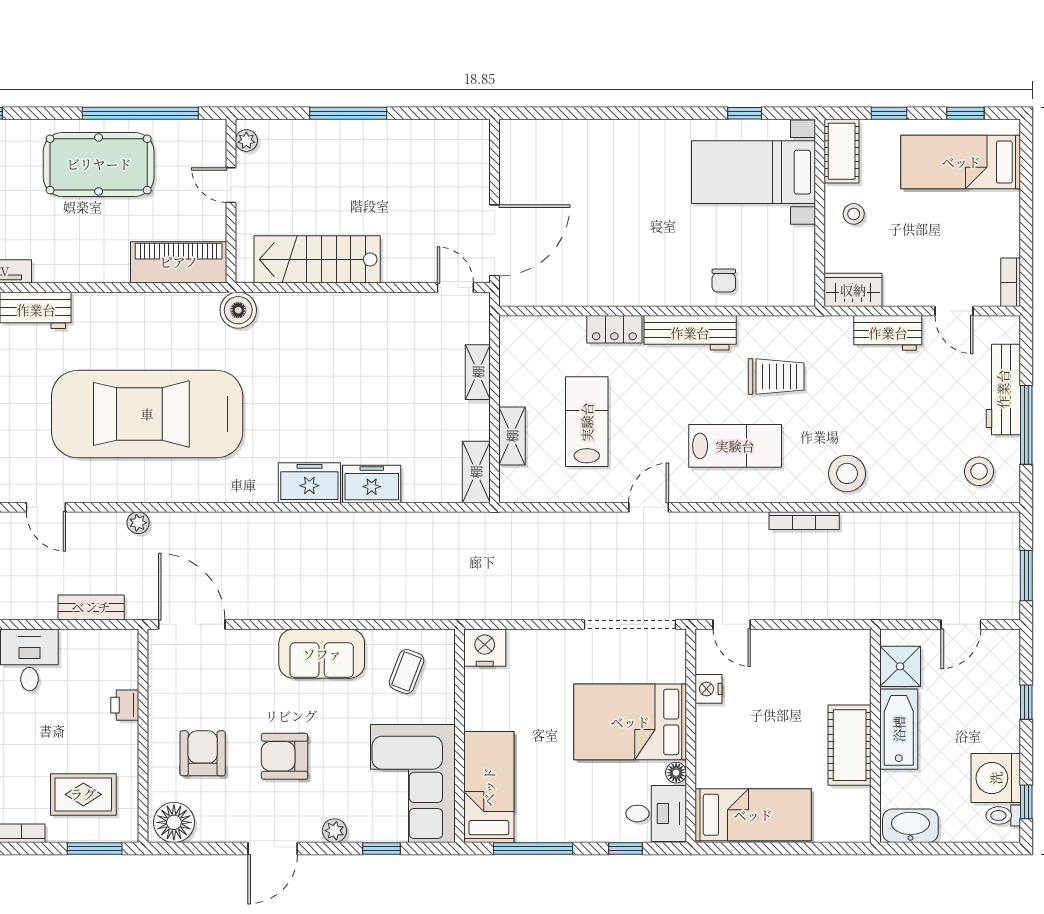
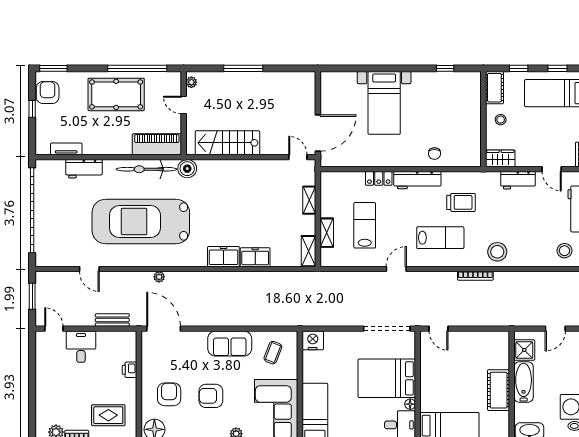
bed with nightstands: (753, 172) -> (384, 103), moved, turned -90
bicycle: (158, 311) -> (146, 169), added
plant: (138, 523) -> (159, 277), moved
nightstand: (709, 689) -> (427, 362), removed

